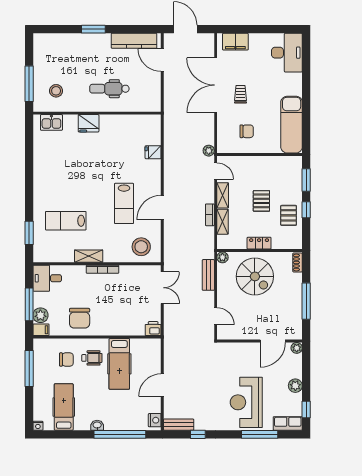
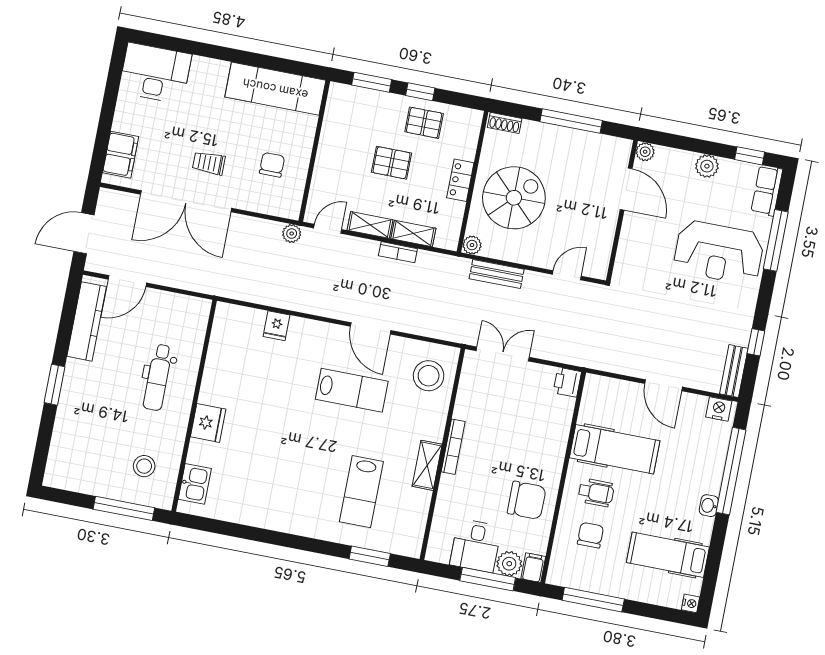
desk: (47, 278) -> (476, 546), moved
wheelchair: (92, 358) -> (596, 493), turned 90

